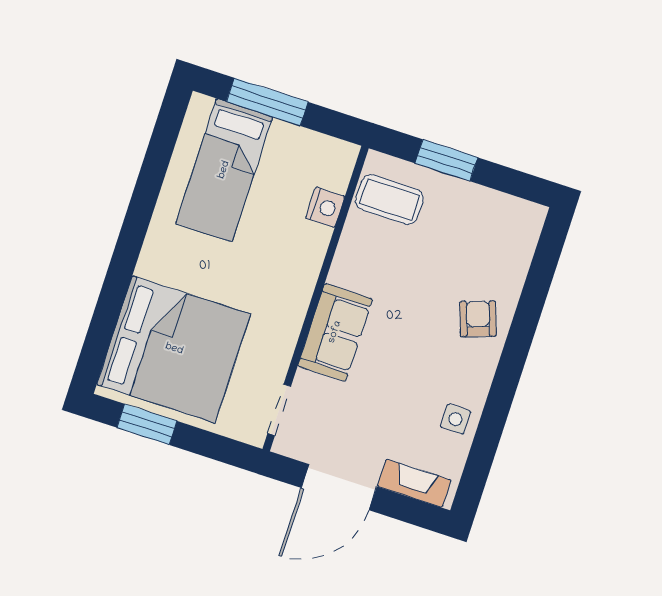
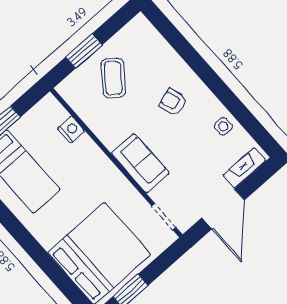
coffee table: (389, 200) -> (113, 78), moved, turned -52
armchair: (478, 319) -> (173, 102), moved

